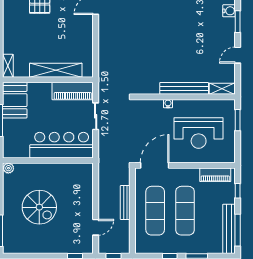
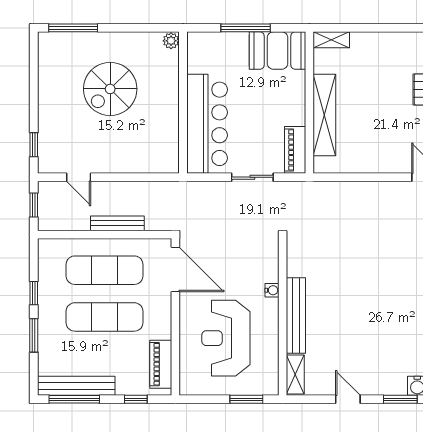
piano: (73, 91) -> (295, 150), width x0.73, depth x0.75

